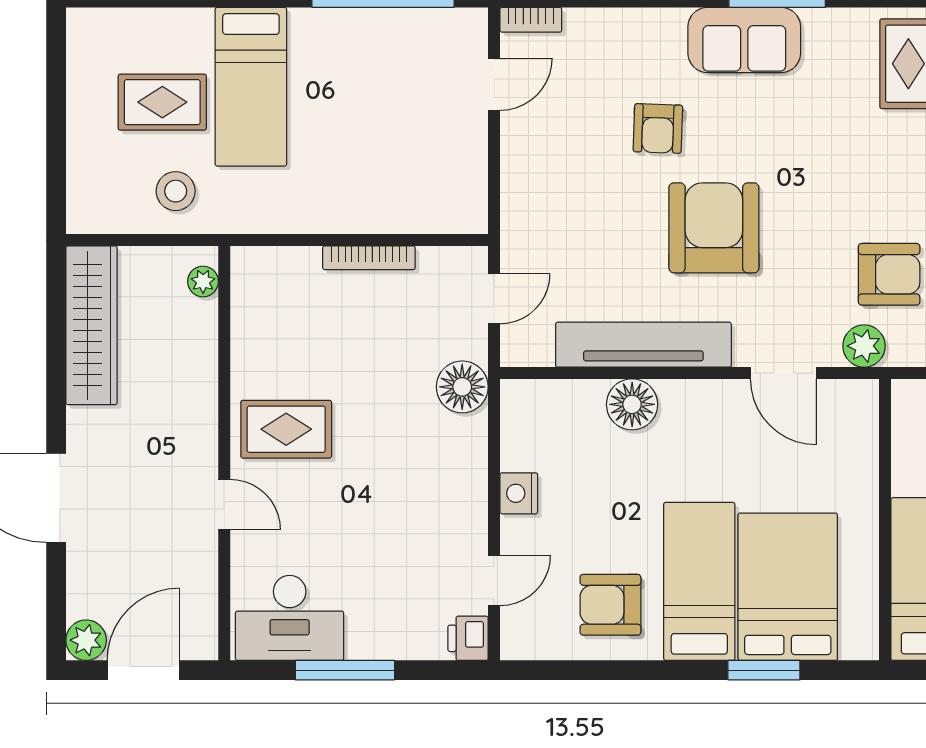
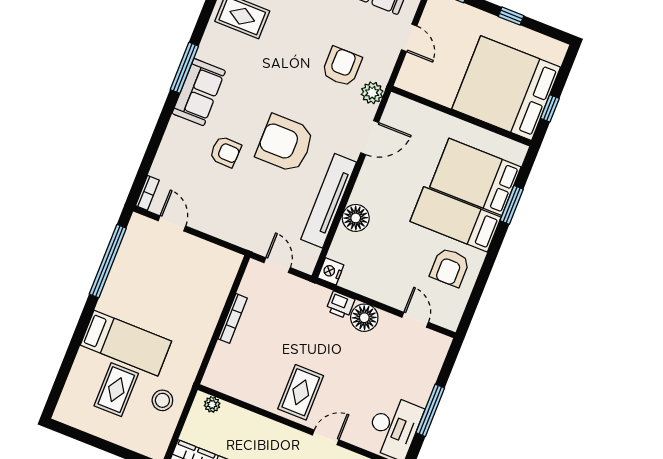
floor lamp: (462, 387) -> (364, 318), moved
nightstand: (519, 493) -> (331, 271), moved, turned 90
printer: (468, 638) -> (340, 305), moved

